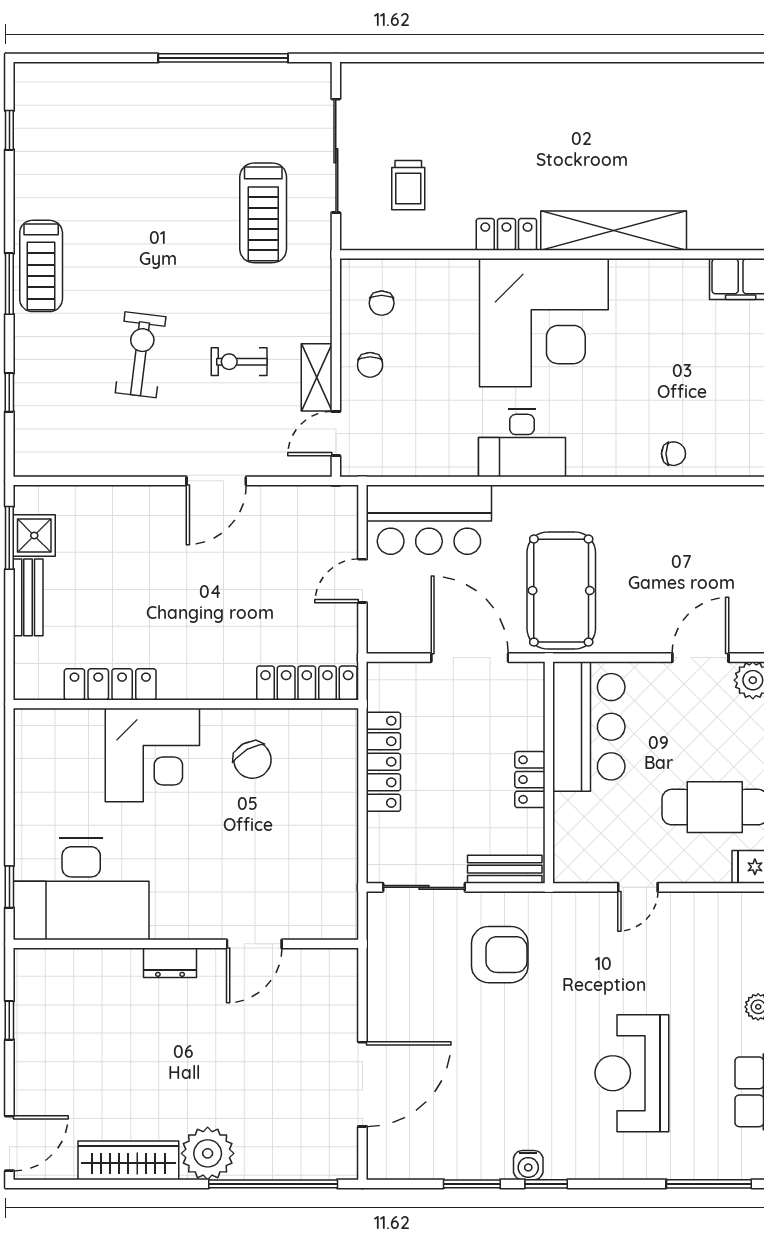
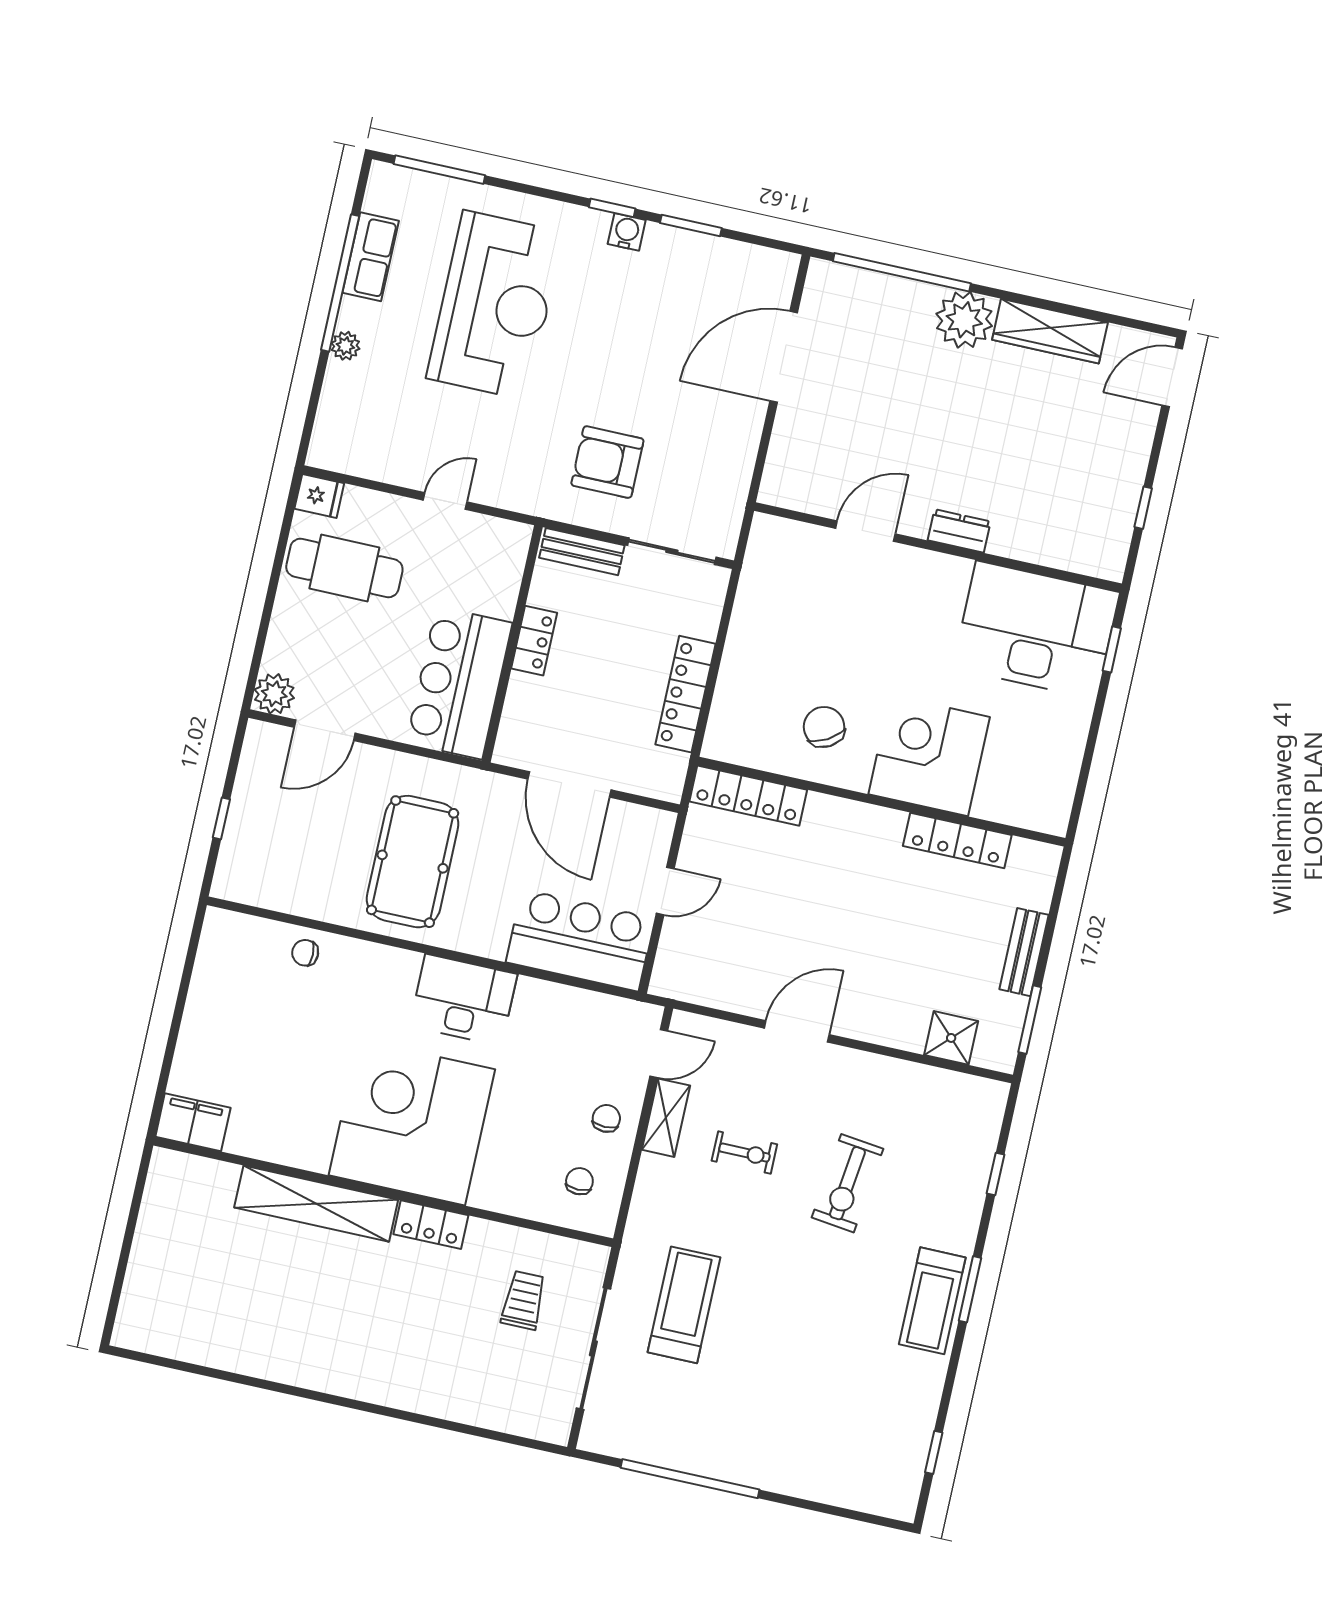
treadmill: (41, 266) -> (932, 1301), turned 180
shower: (34, 536) -> (951, 1038), moved
pool table: (561, 591) -> (413, 862), moved
reception desk: (632, 1073) -> (495, 305), width x1.36, depth x1.30

